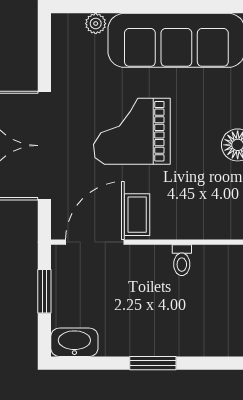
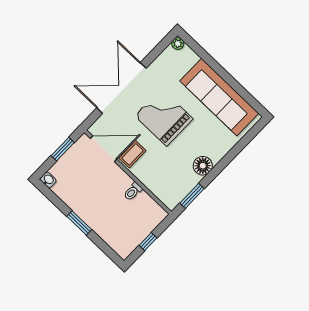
plant: (96, 24) -> (178, 44), moved
washbasin: (74, 342) -> (48, 180), width x0.52, depth x0.69

